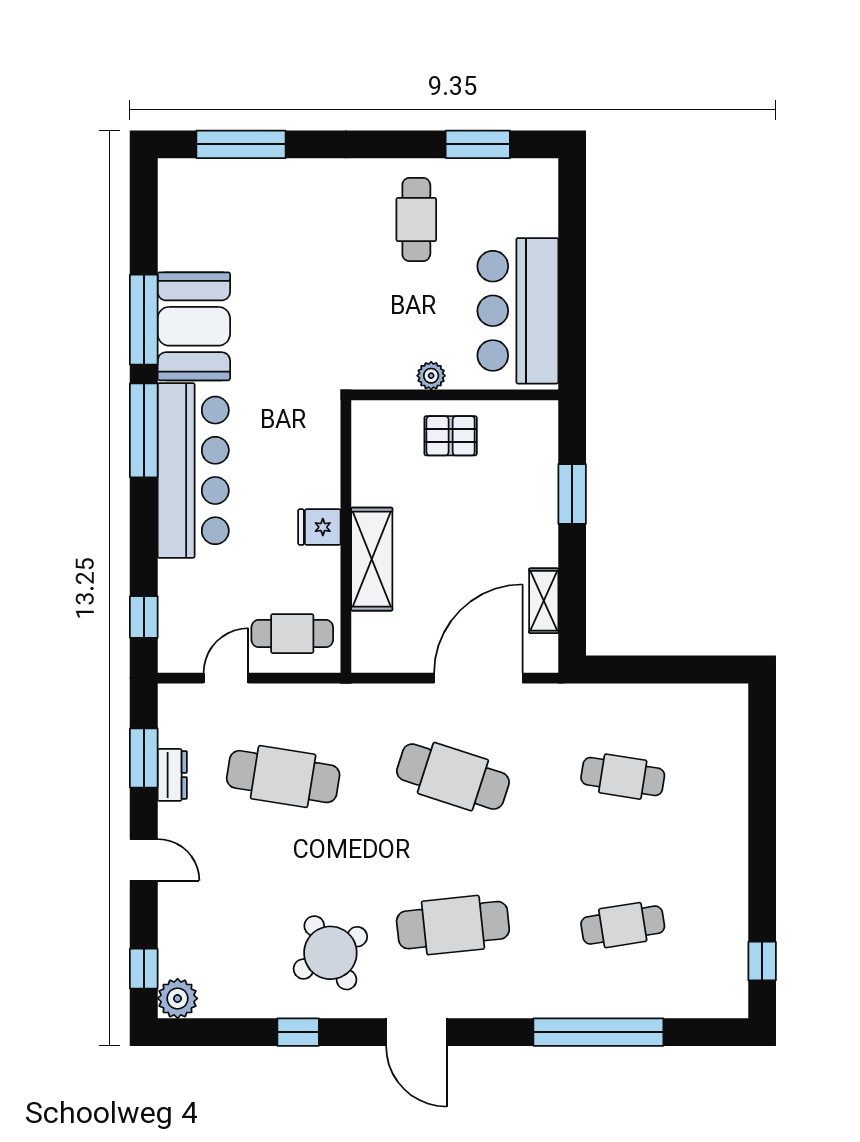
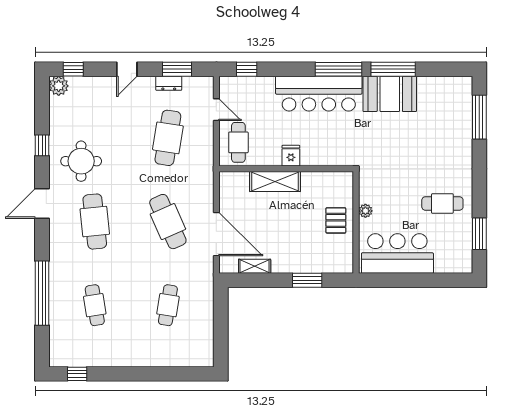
cafe table: (453, 777) -> (168, 222), turned -42
round table: (330, 953) -> (81, 161), turned 31

